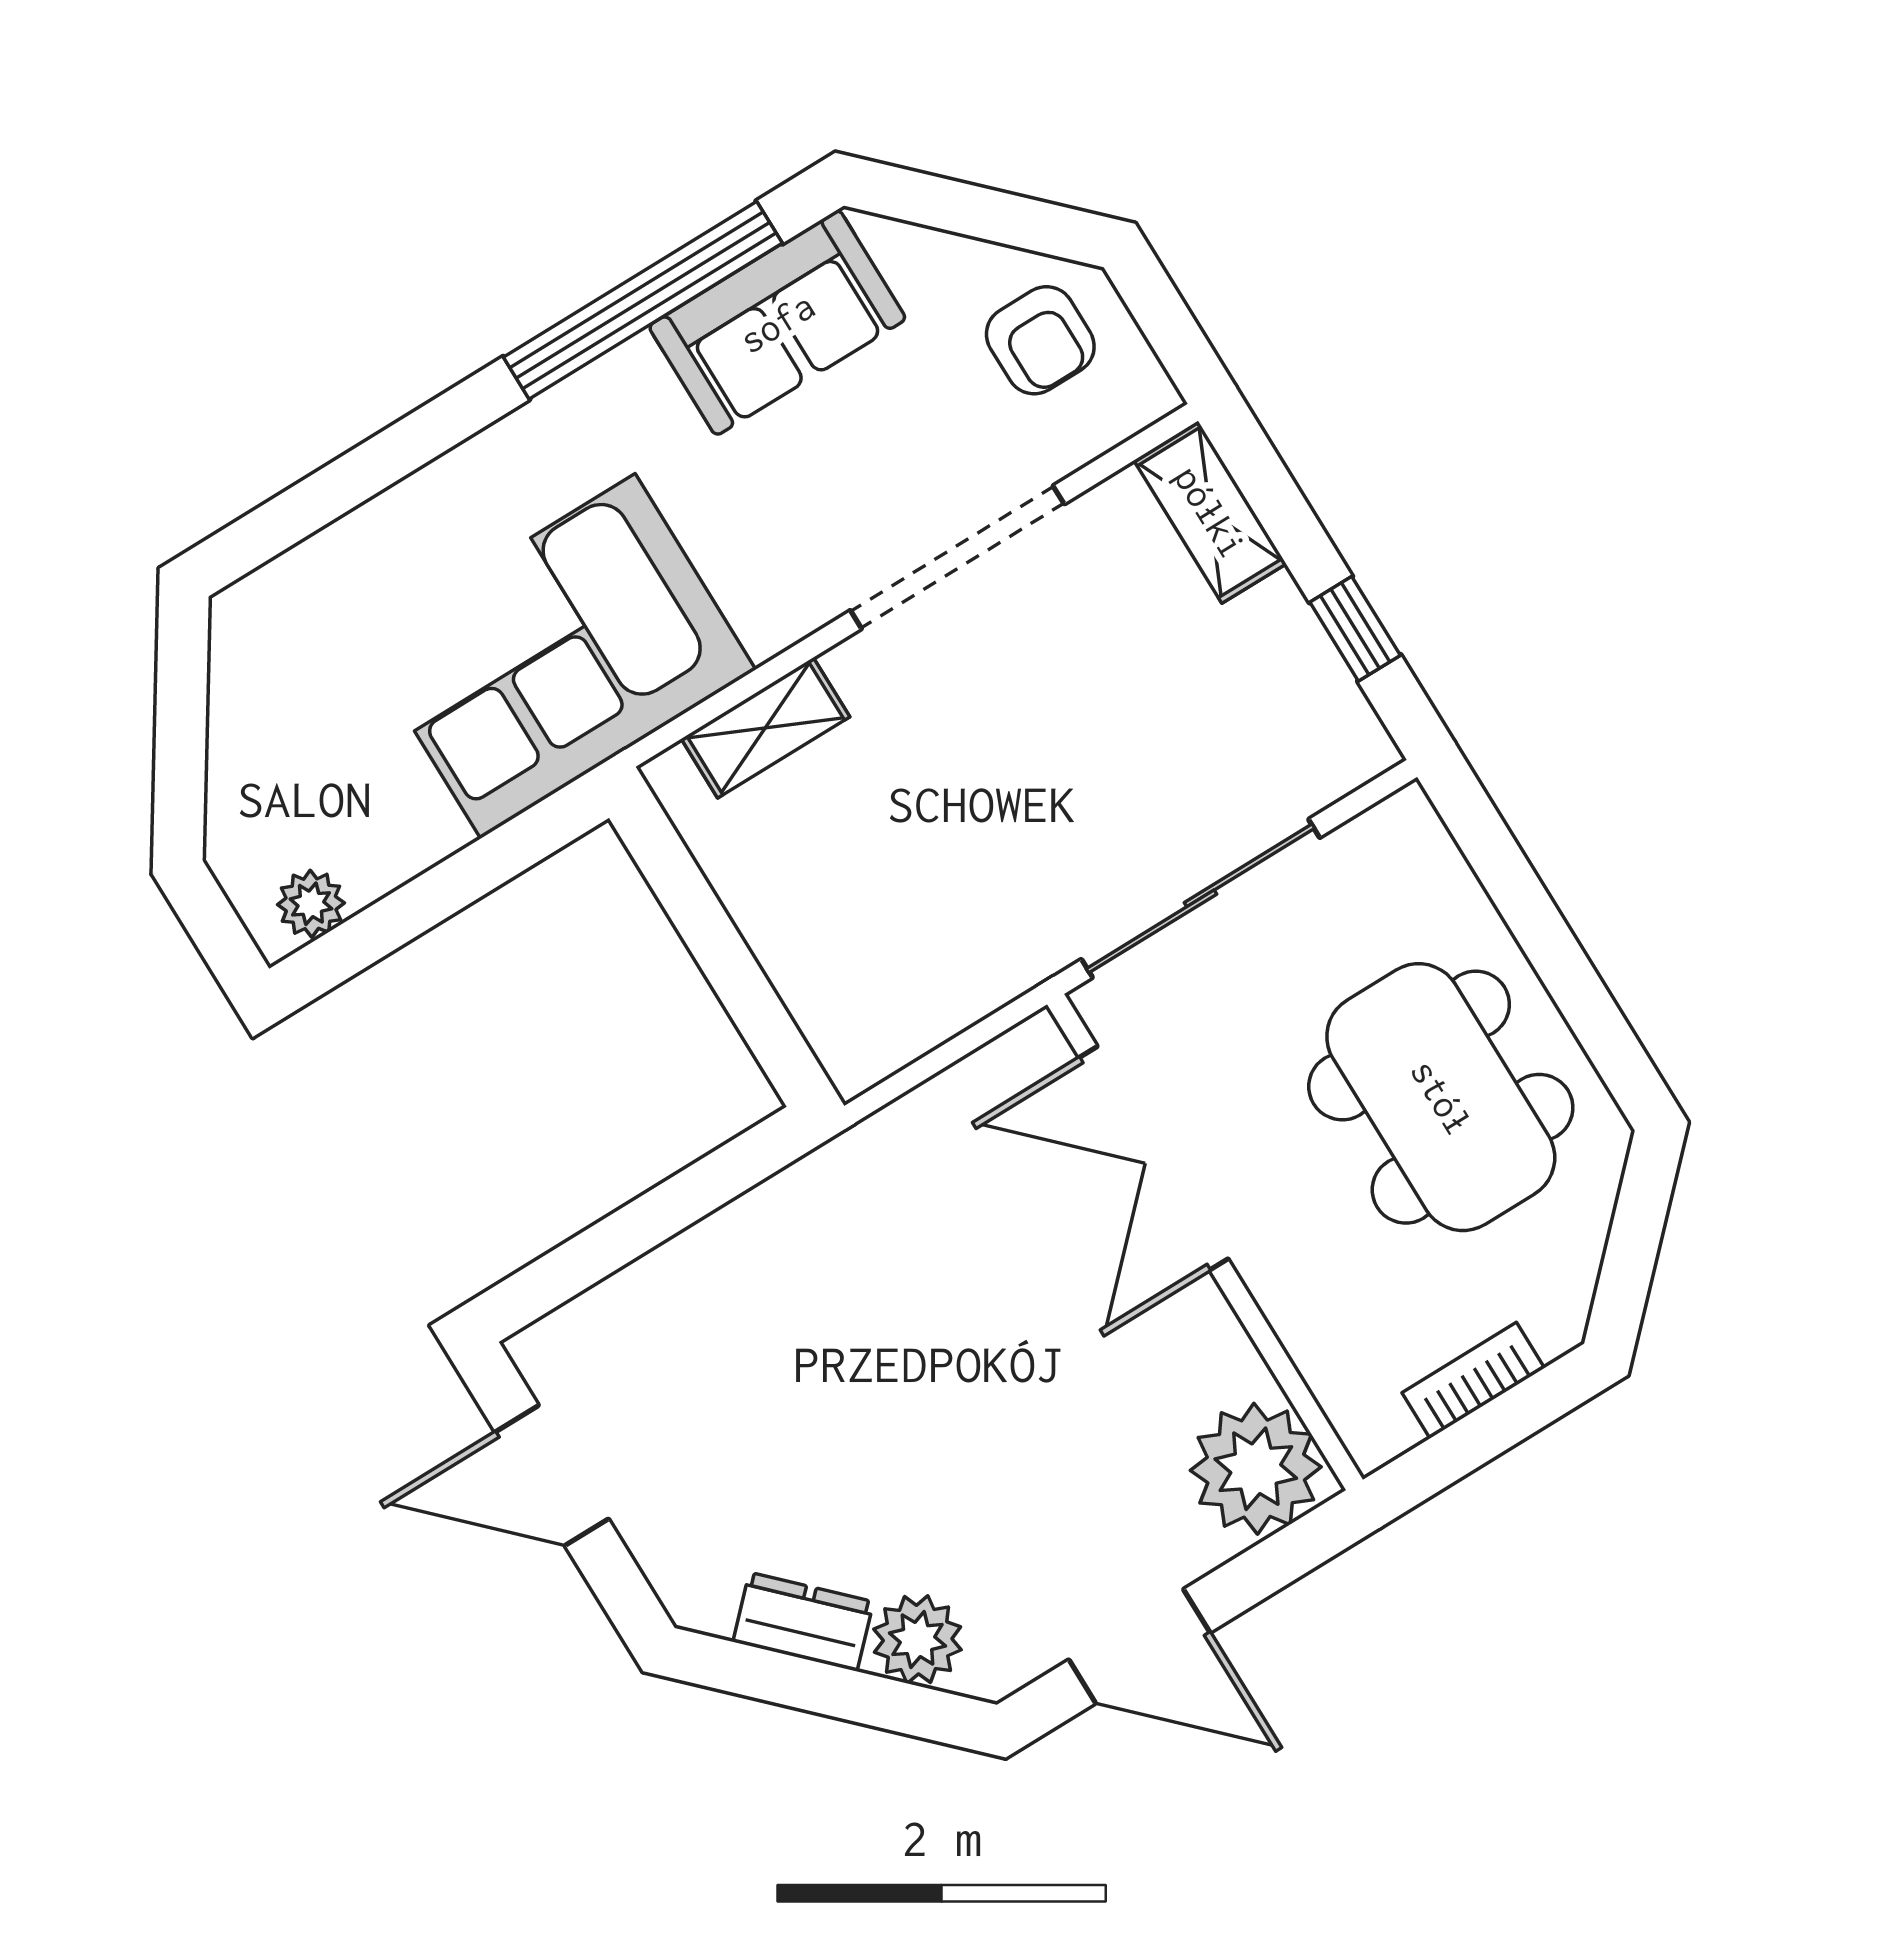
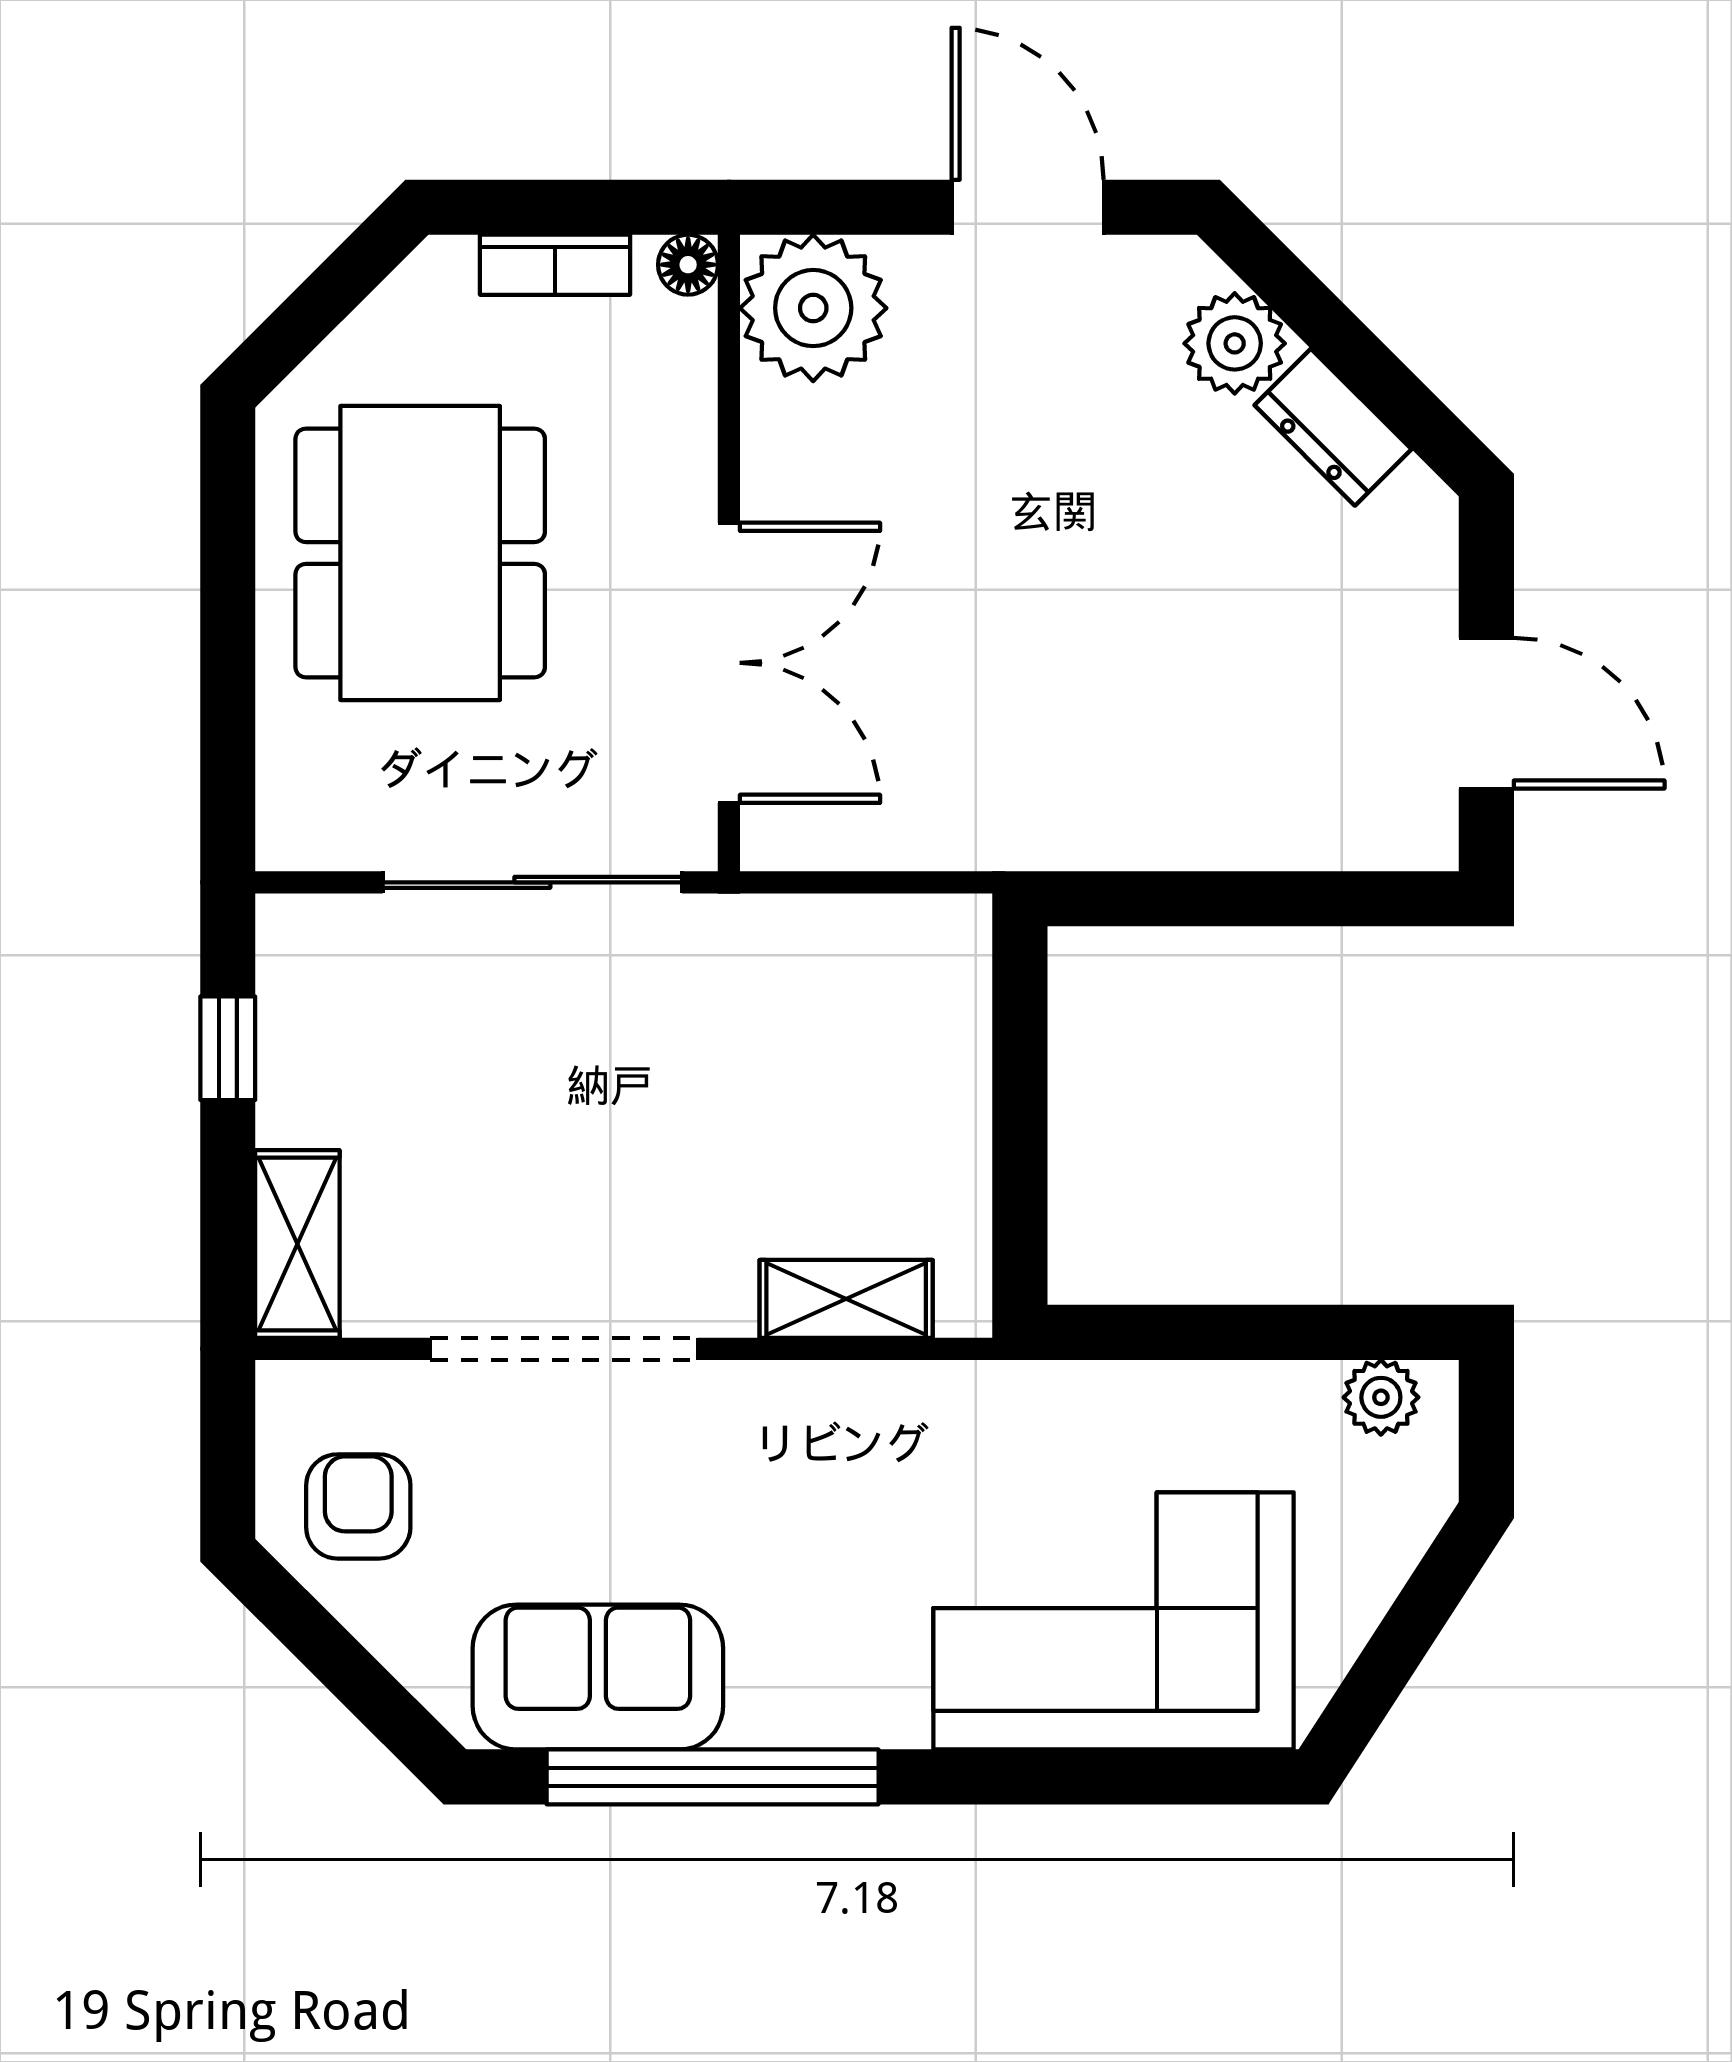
corner sofa: (558, 656) -> (1113, 1621), moved, turned 180
floor lamp: (1372, 1443) -> (688, 265), added

